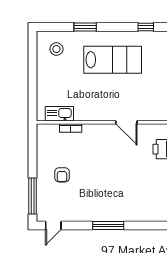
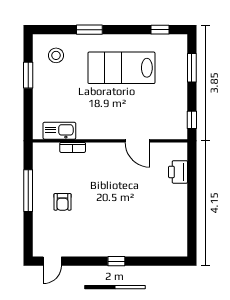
lab bench: (113, 60) -> (121, 68), turned 180
window: (32, 66) -> (28, 75), added
window: (32, 196) -> (28, 191), moved
window: (108, 226) -> (116, 261), width x0.46

